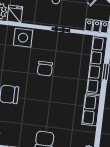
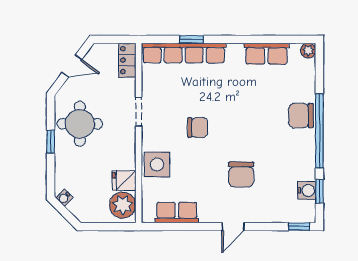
row of seats: (91, 110) -> (266, 54), moved

